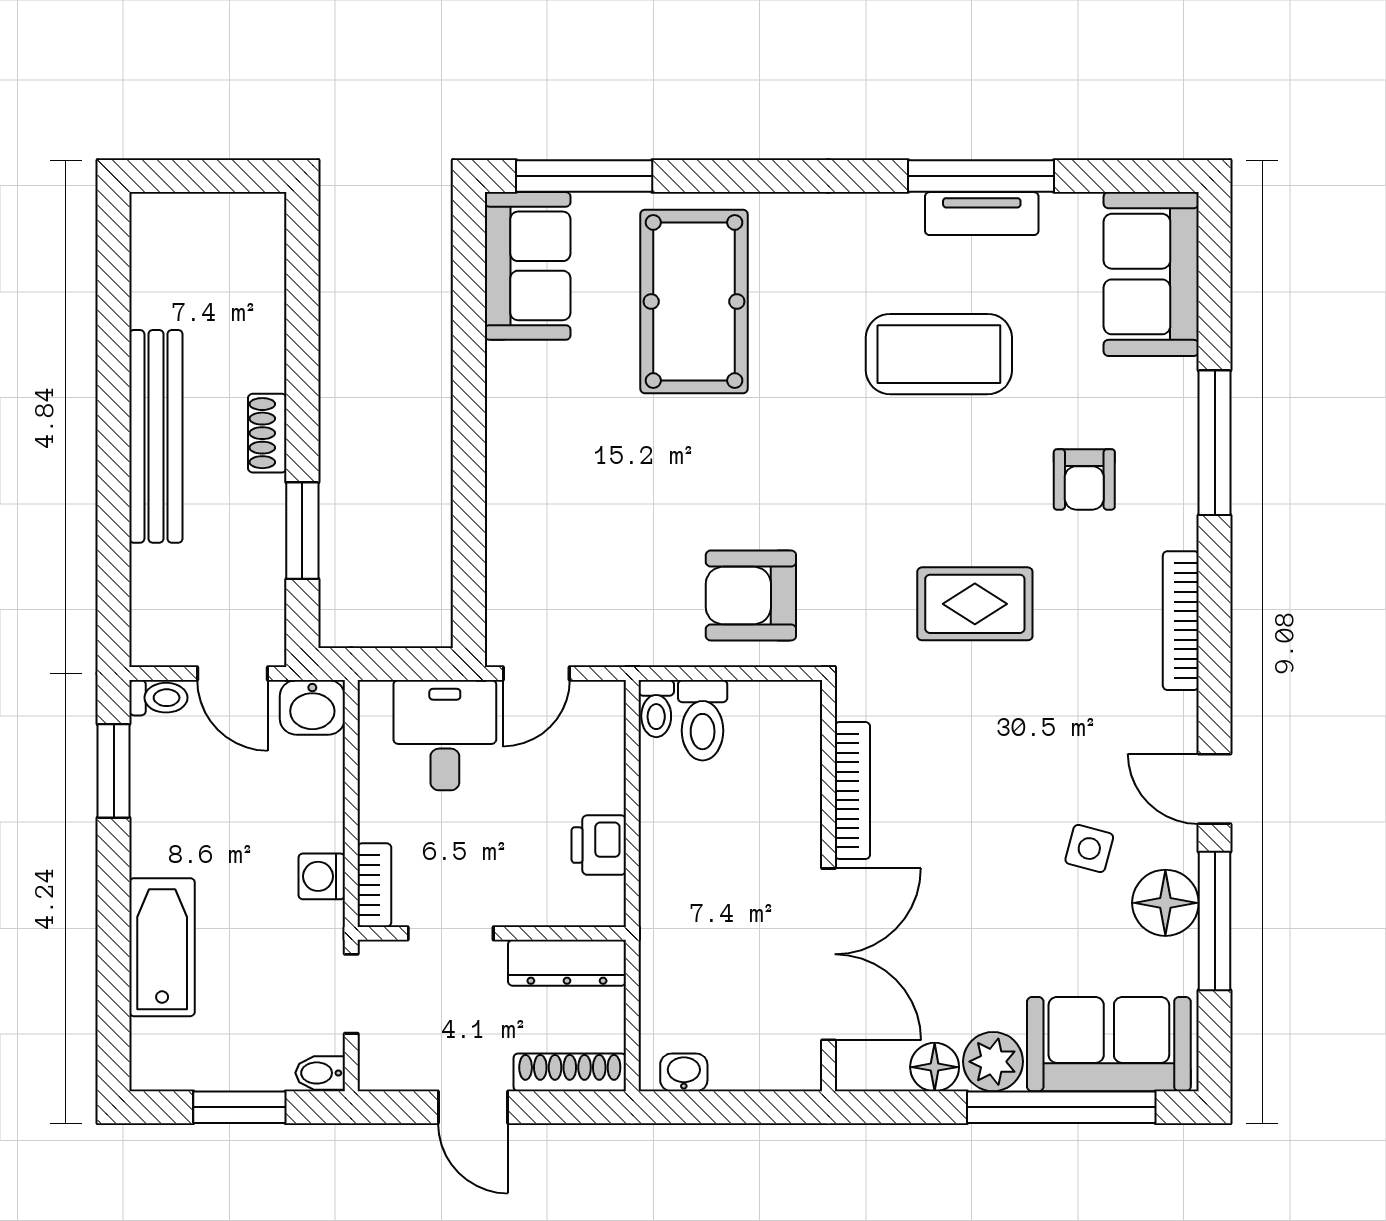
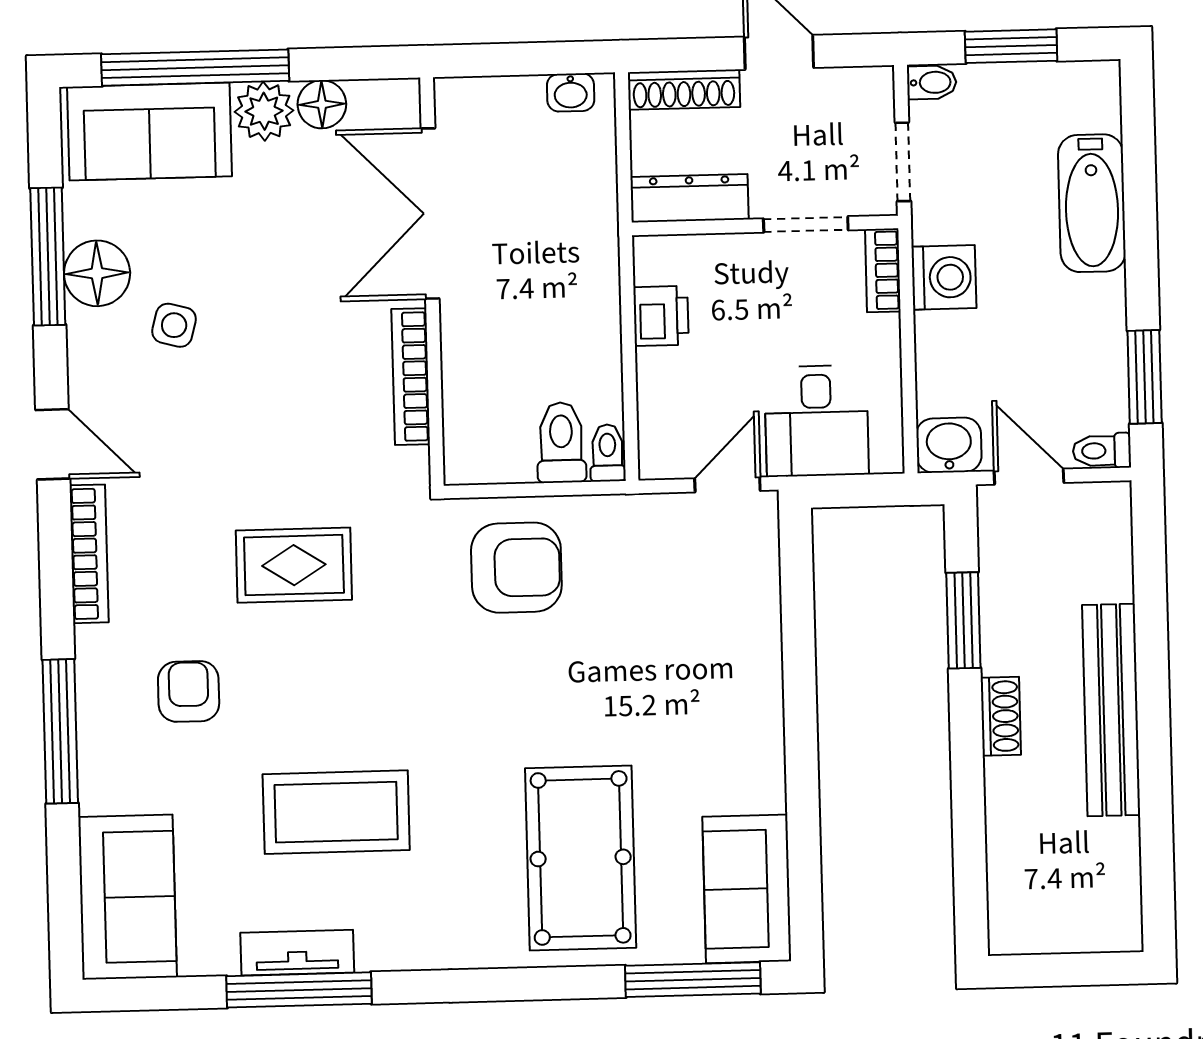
door: (1215, 789) -> (53, 444), moved
washing machine: (322, 876) -> (944, 277), width x1.38, depth x1.38

